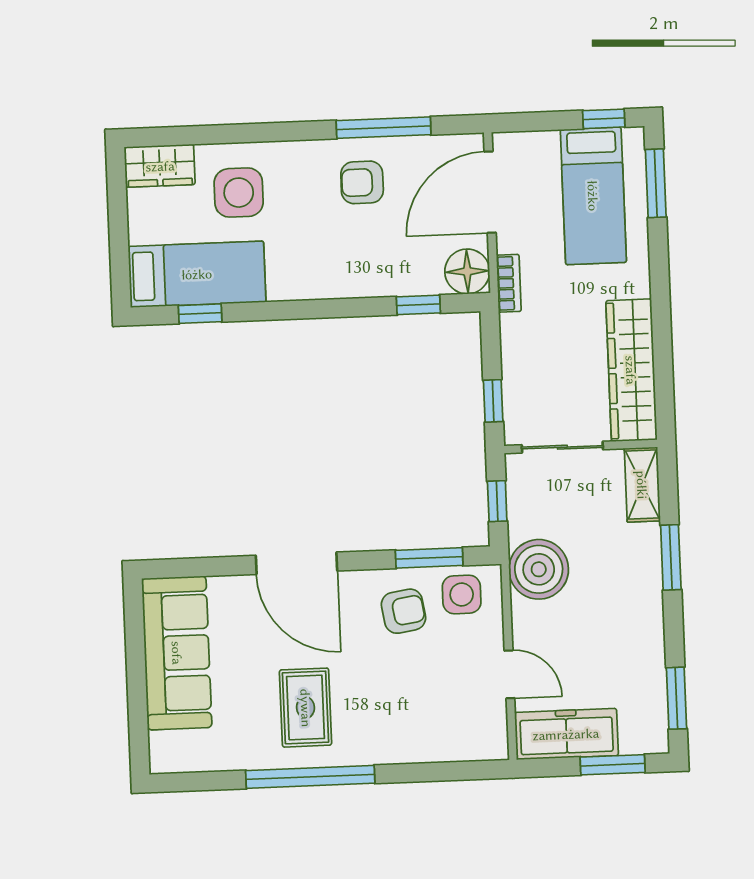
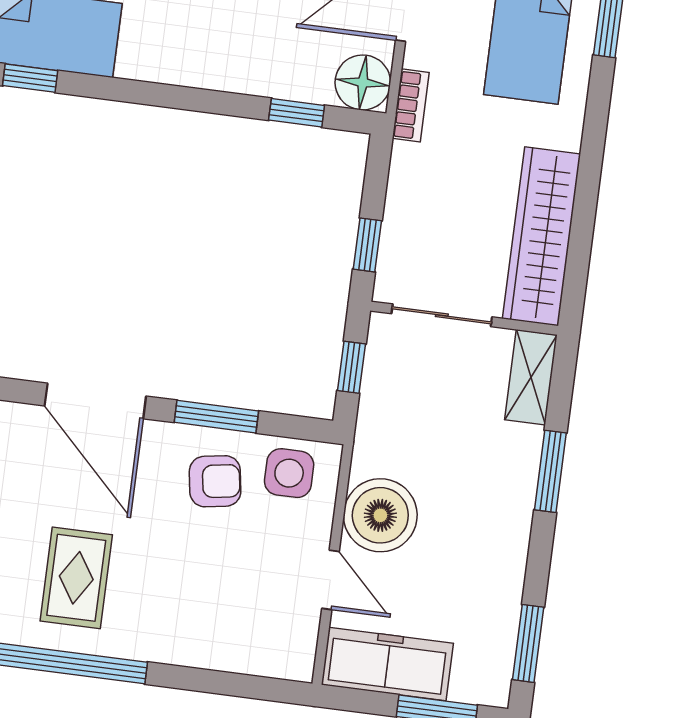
window: (429, 558) -> (216, 417), moved
boiler: (539, 569) -> (380, 515), moved

